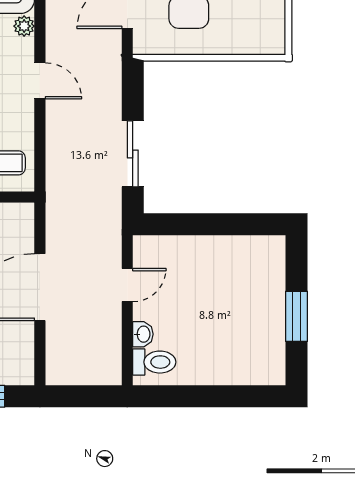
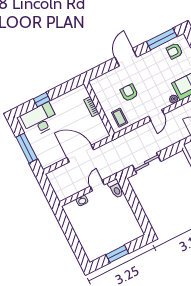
door: (127, 285) -> (97, 186), swing flipped
toilet: (154, 362) -> (116, 189), moved

